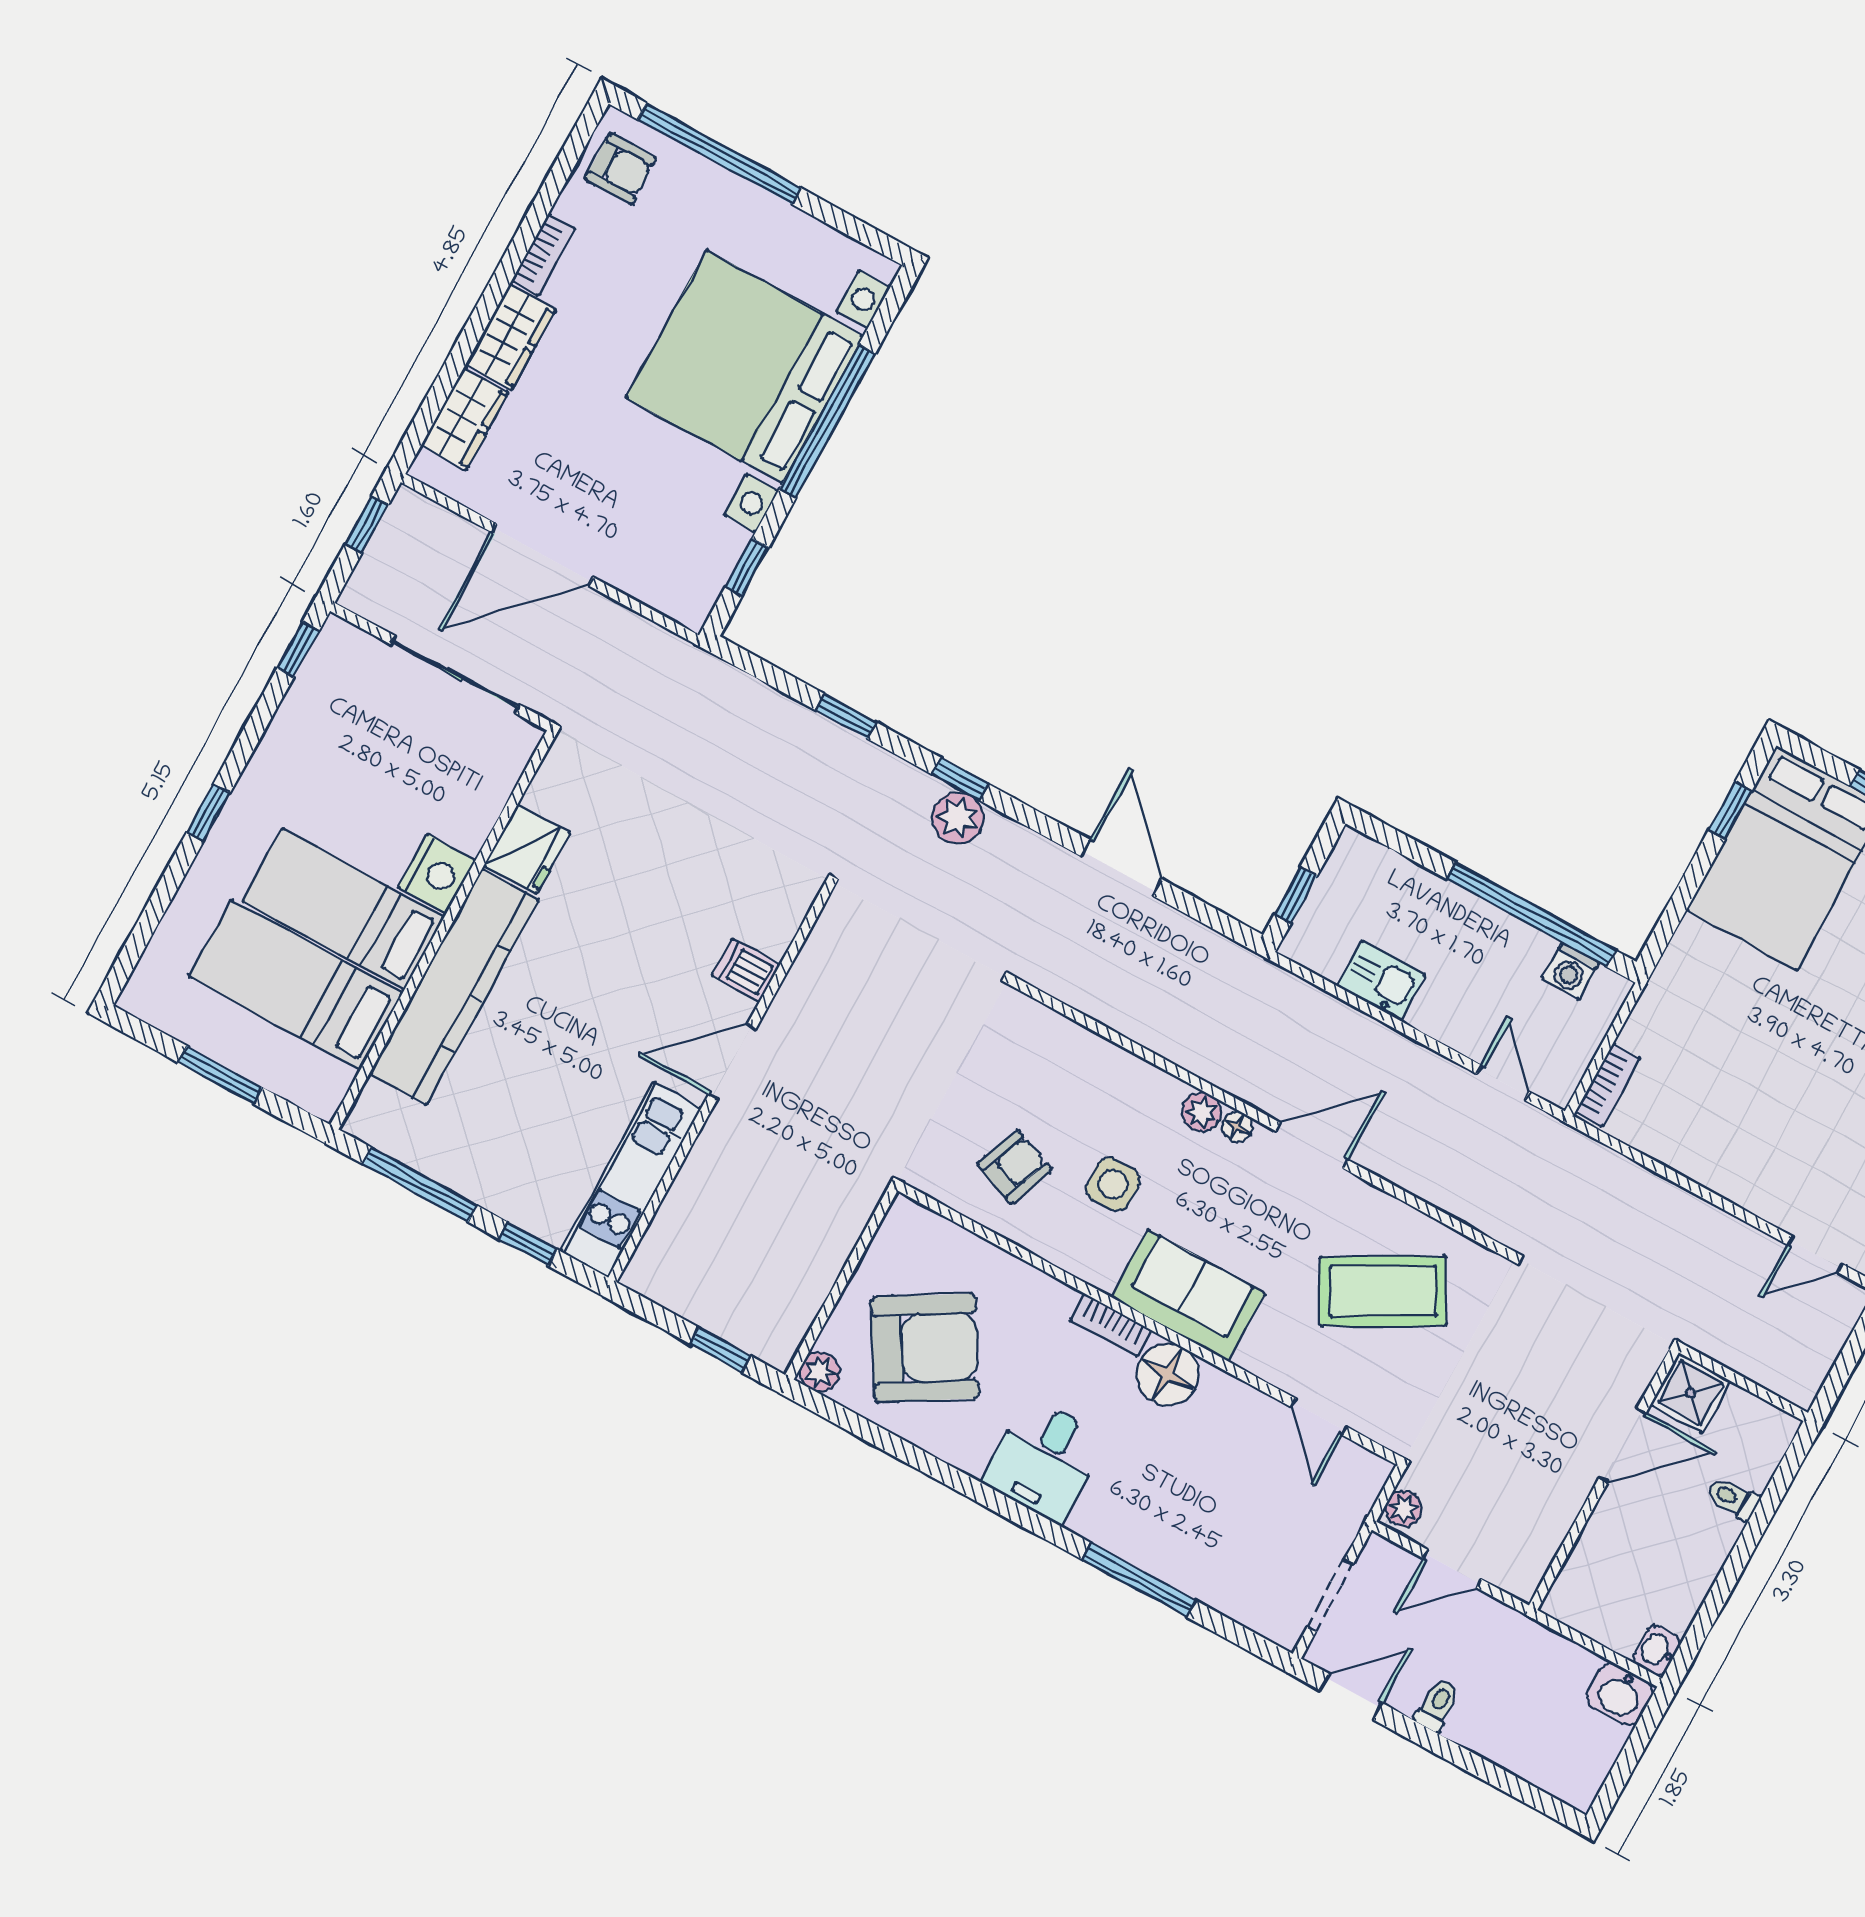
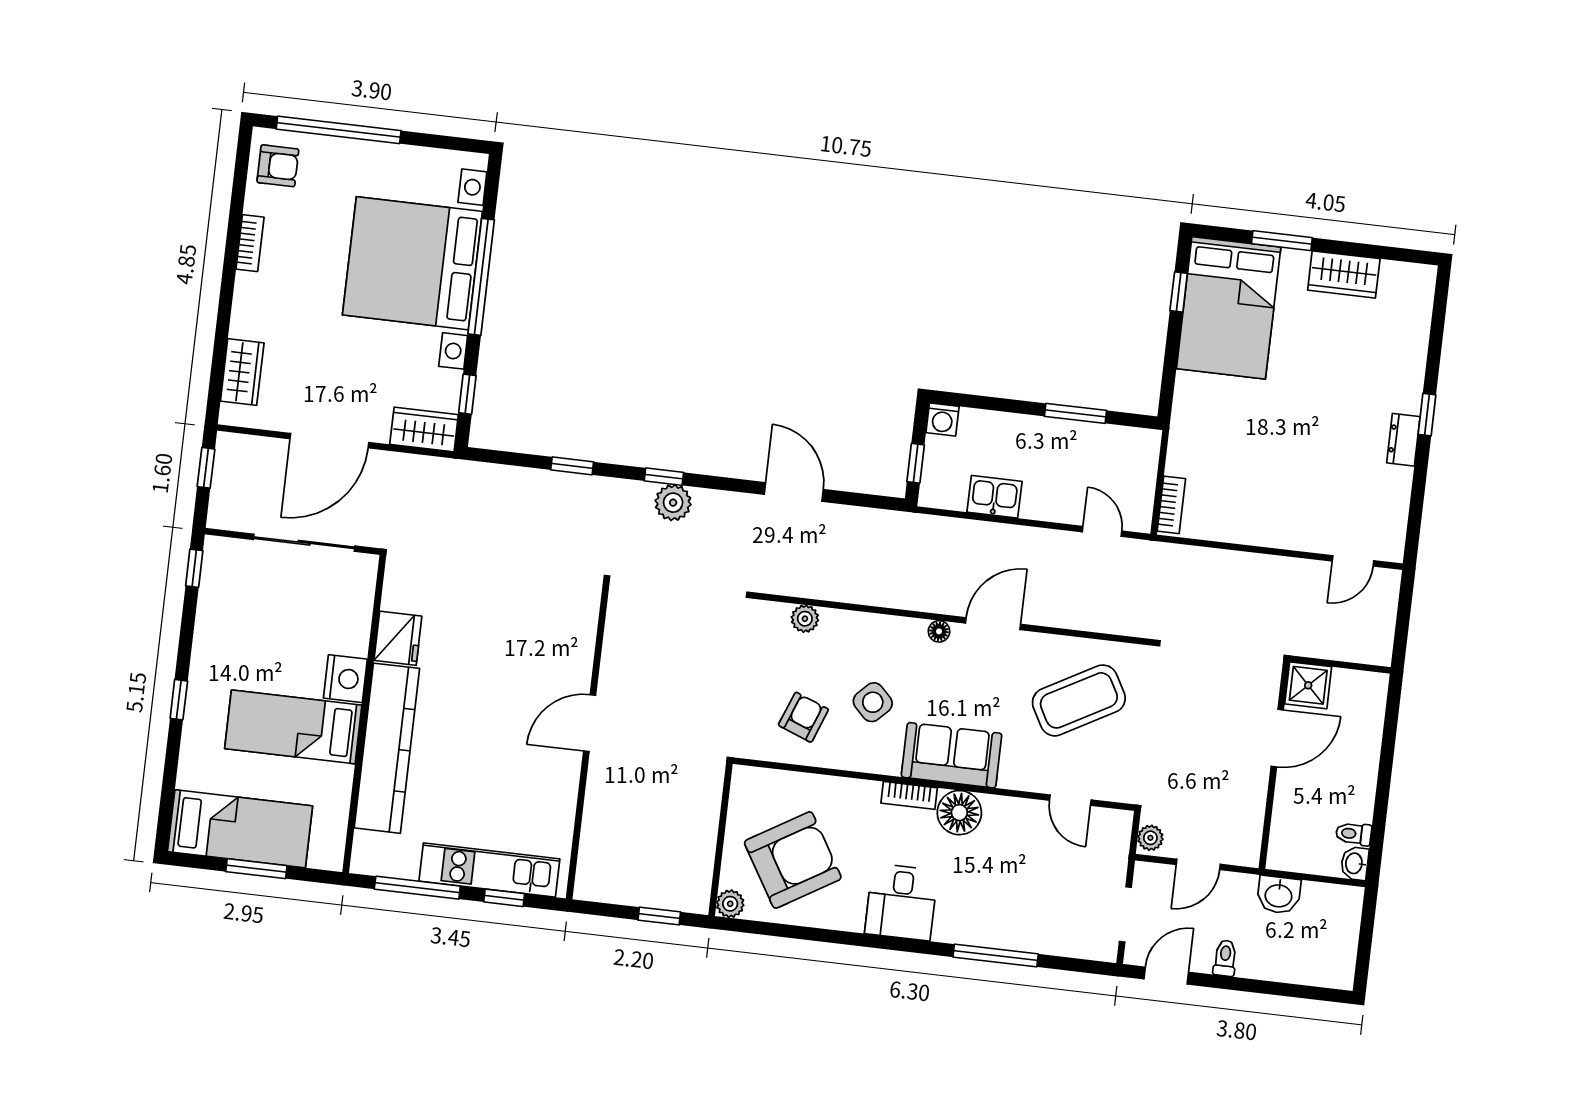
wardrobe: (511, 337) -> (424, 430), moved, turned -90
window: (1531, 915) -> (1076, 413), width x0.47
dishwasher: (746, 970) -> (574, 659), removed
washing machine: (1571, 971) -> (942, 419), moved
bed: (296, 985) -> (240, 829), moved, turned 180
plant: (1202, 1112) -> (805, 619), moved
kitchen unit: (631, 1180) -> (489, 870), moved, turned 90
side table: (1113, 1184) -> (873, 702), turned 45
toilet: (1733, 1498) -> (1354, 834), moved
washbasin: (1620, 1694) -> (1279, 895), moved

